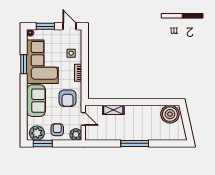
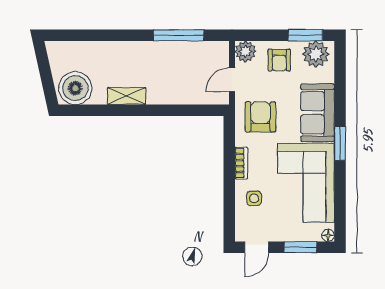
door: (70, 26) -> (257, 247), hinge flipped
window: (24, 64) -> (340, 143), moved
shelving: (113, 110) -> (127, 96), moved
door: (83, 119) -> (232, 80), hinge flipped
window: (135, 143) -> (179, 35), moved

